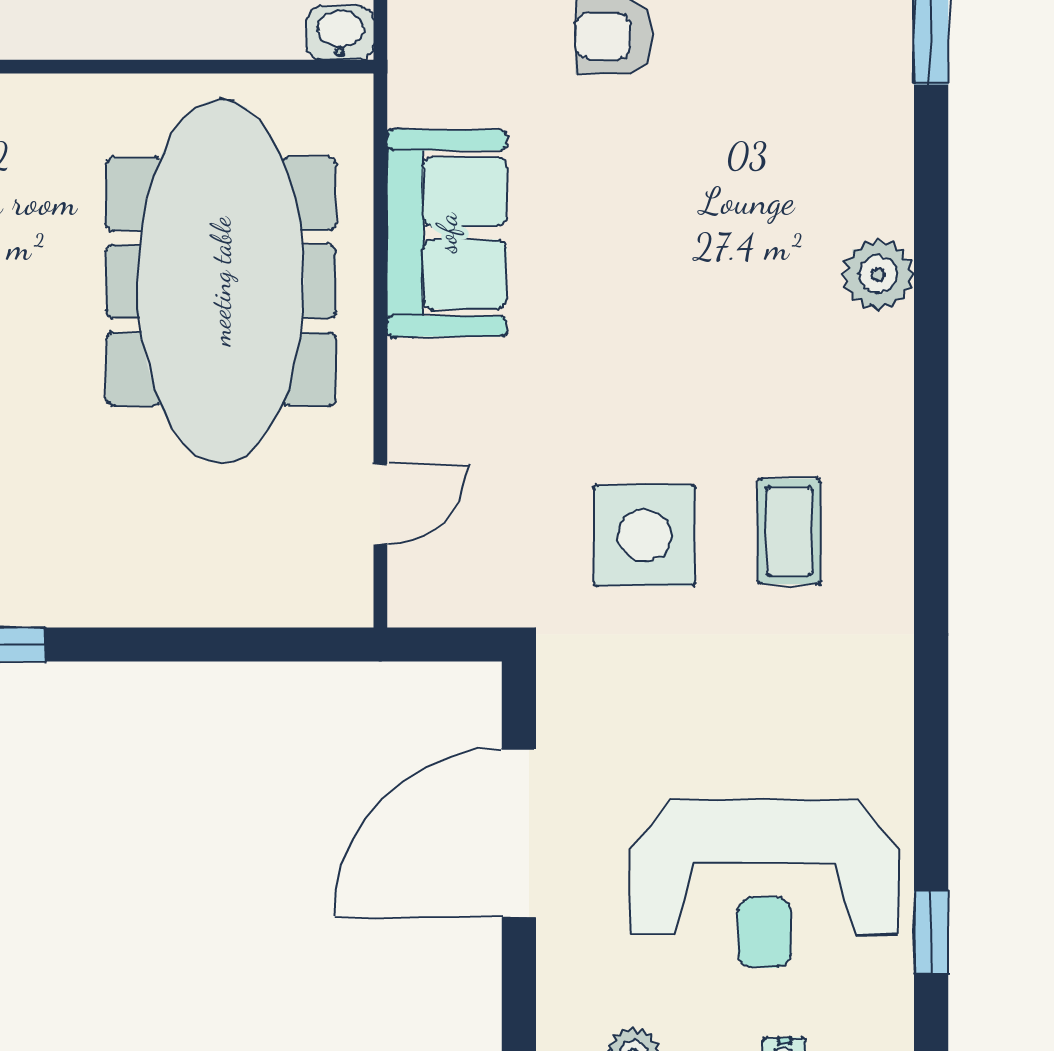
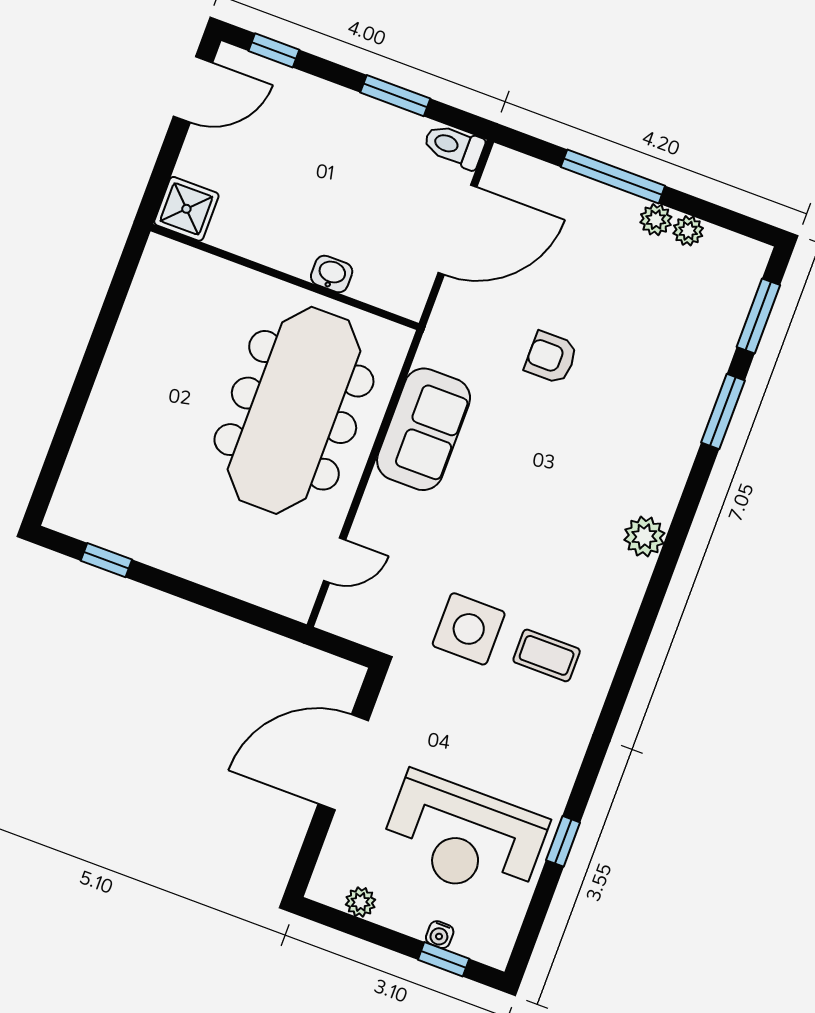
washbasin: (340, 33) -> (332, 274), moved
coffee table: (789, 531) -> (547, 655), turned 90
window: (931, 932) -> (563, 841), moved

